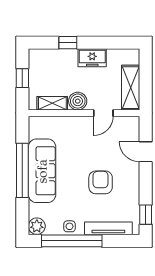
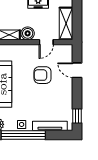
armchair: (101, 182) -> (43, 75), moved, turned -90

